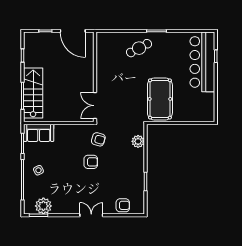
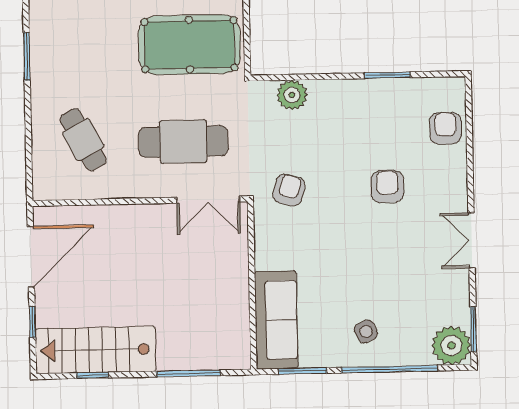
cafe table: (139, 48) -> (83, 140), moved
stairs: (33, 93) -> (96, 350), moved
cafe table: (119, 96) -> (183, 142), added
sofa: (39, 133) -> (276, 320), width x1.36
armchair: (91, 162) -> (387, 187), moved
plant: (43, 206) -> (451, 345), moved
double door: (91, 215) -> (472, 240), moved

